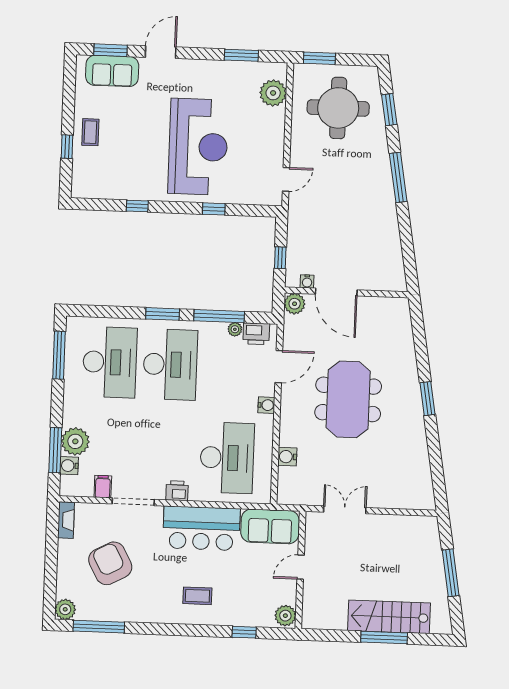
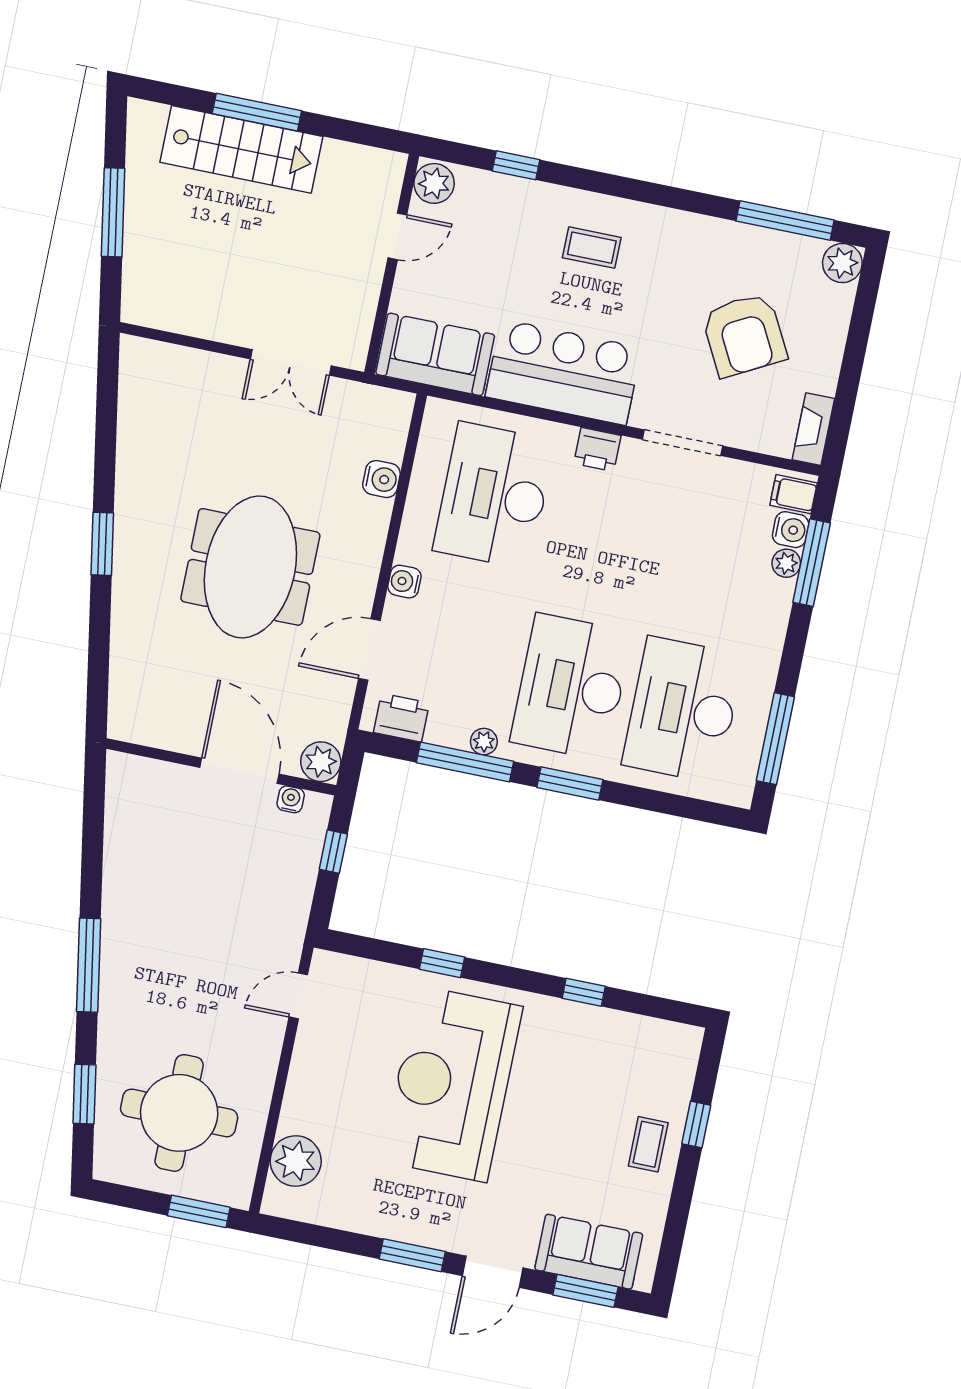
window: (241, 55) -> (412, 1255), moved
plant: (235, 329) -> (484, 742), moved
plant: (75, 441) -> (786, 563), width x0.53, depth x0.53
filing cabinet: (103, 487) -> (794, 494), moved, turned 90
door: (301, 567) -> (397, 236), moved

